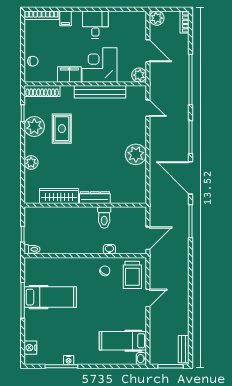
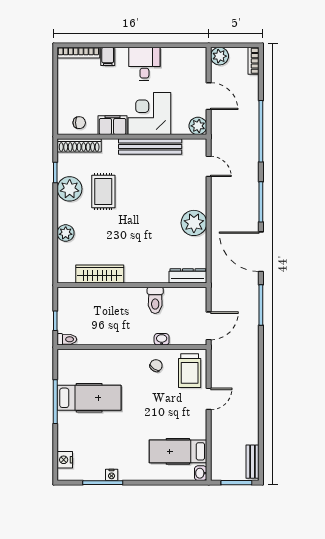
chair: (33, 61) -> (79, 123), moved
dresser: (95, 198) -> (188, 276), moved

